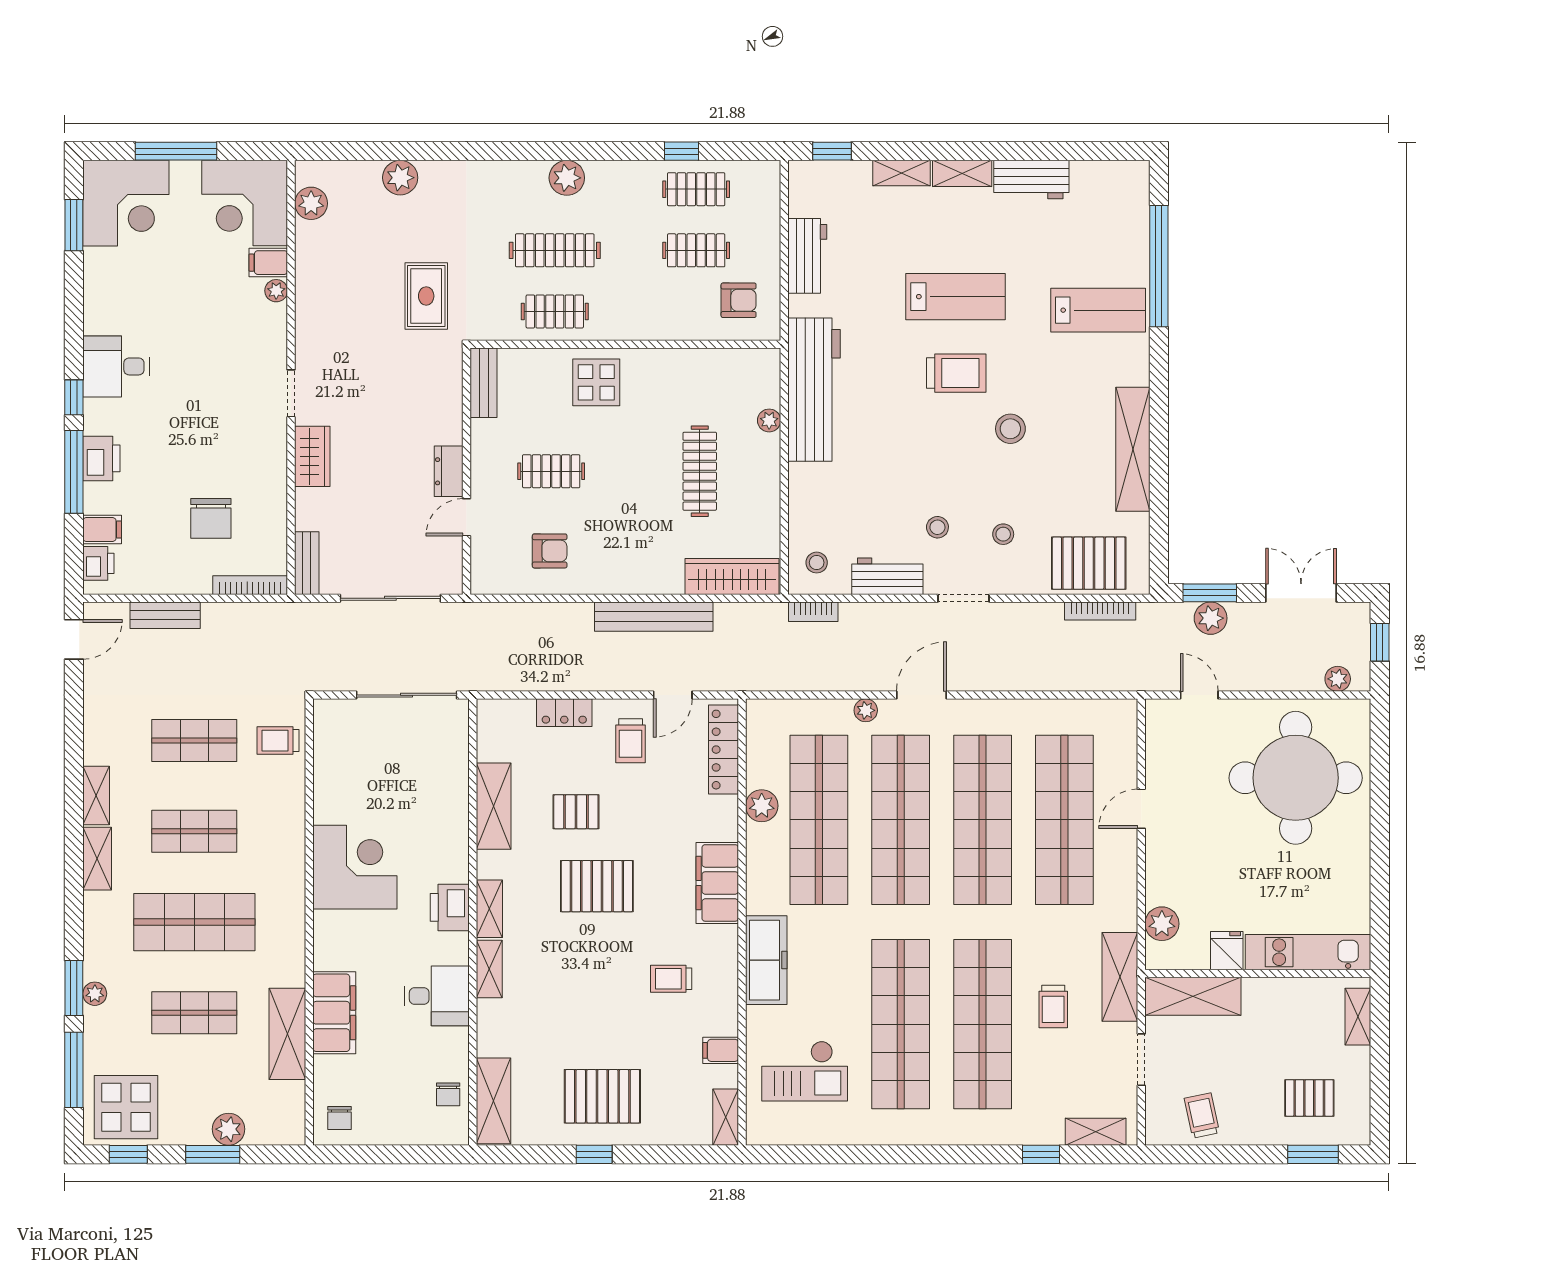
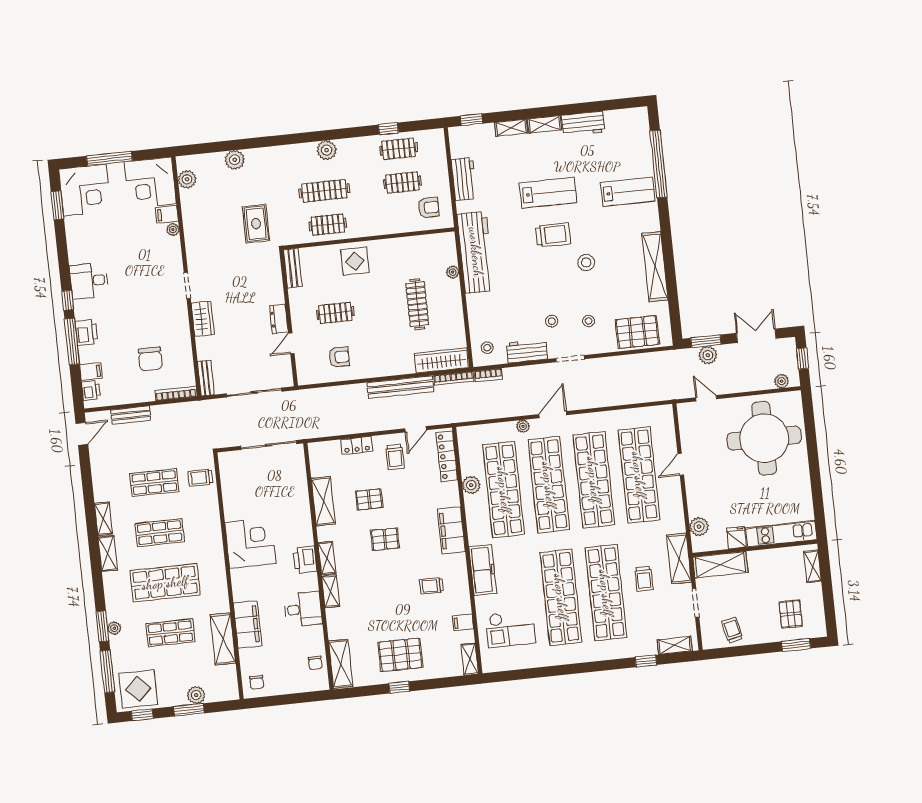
bookcase: (1100, 611) -> (454, 378), moved
pallet: (597, 886) -> (385, 539), width x0.67, depth x0.71
pallet: (1309, 1098) -> (791, 614), turned 90

